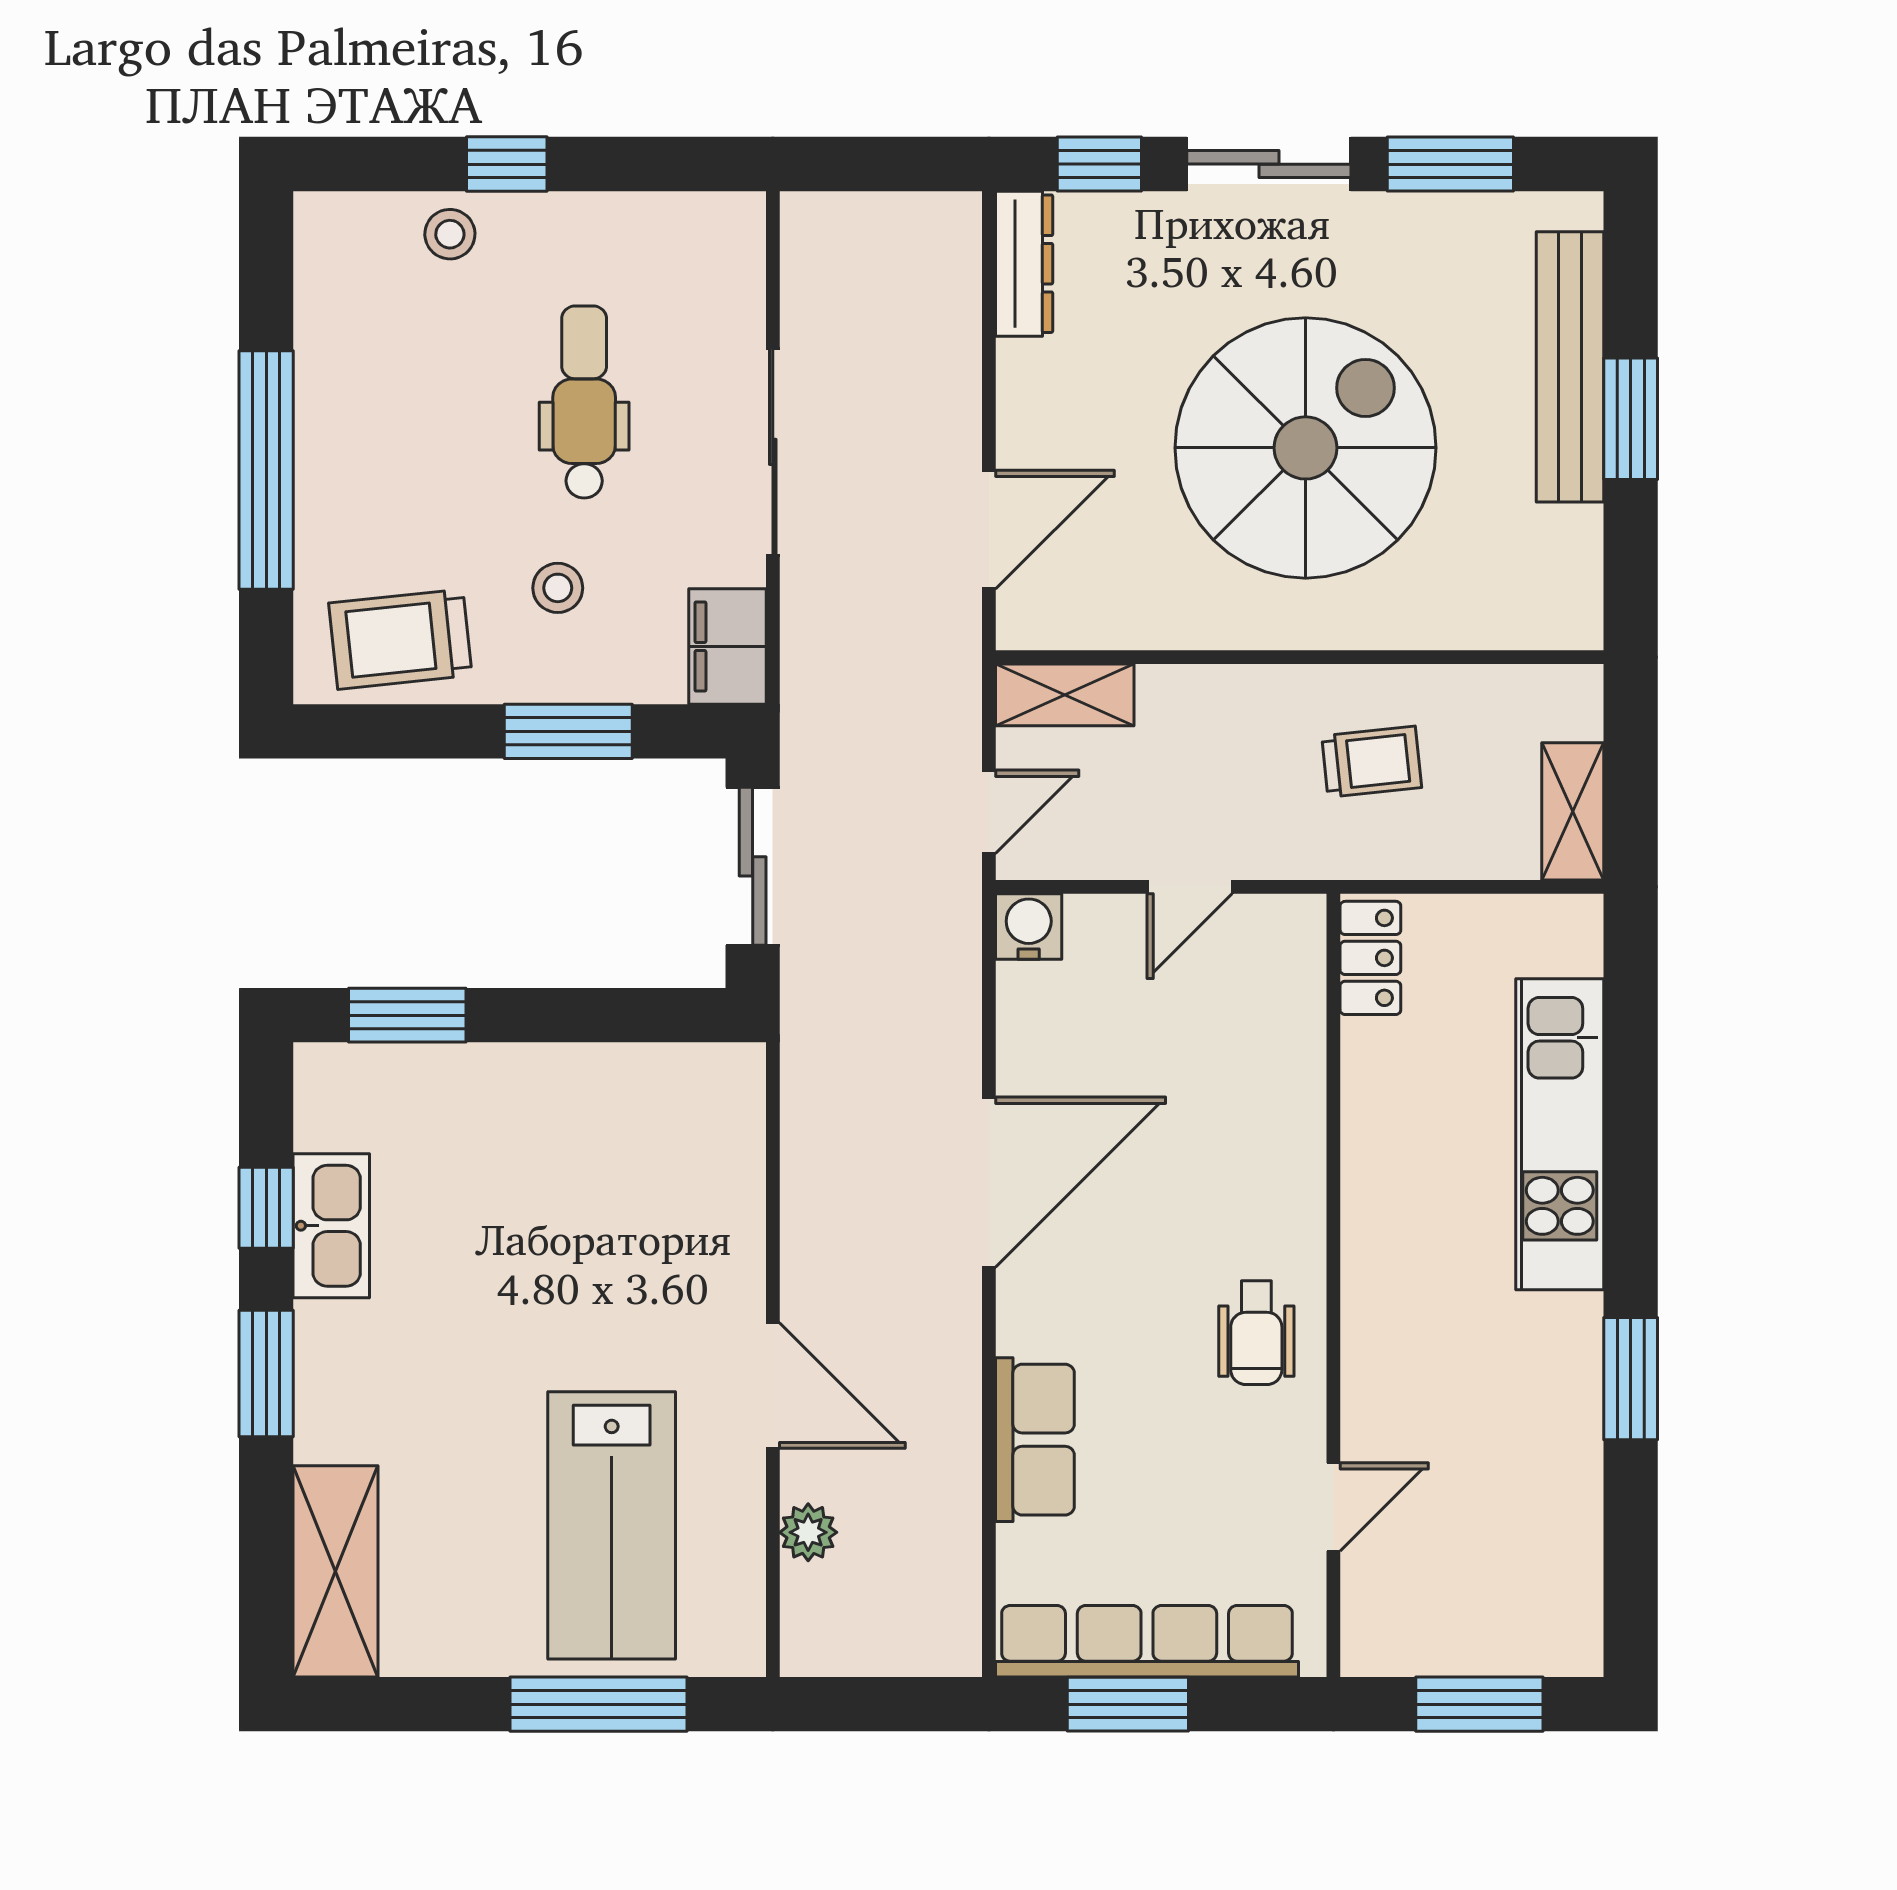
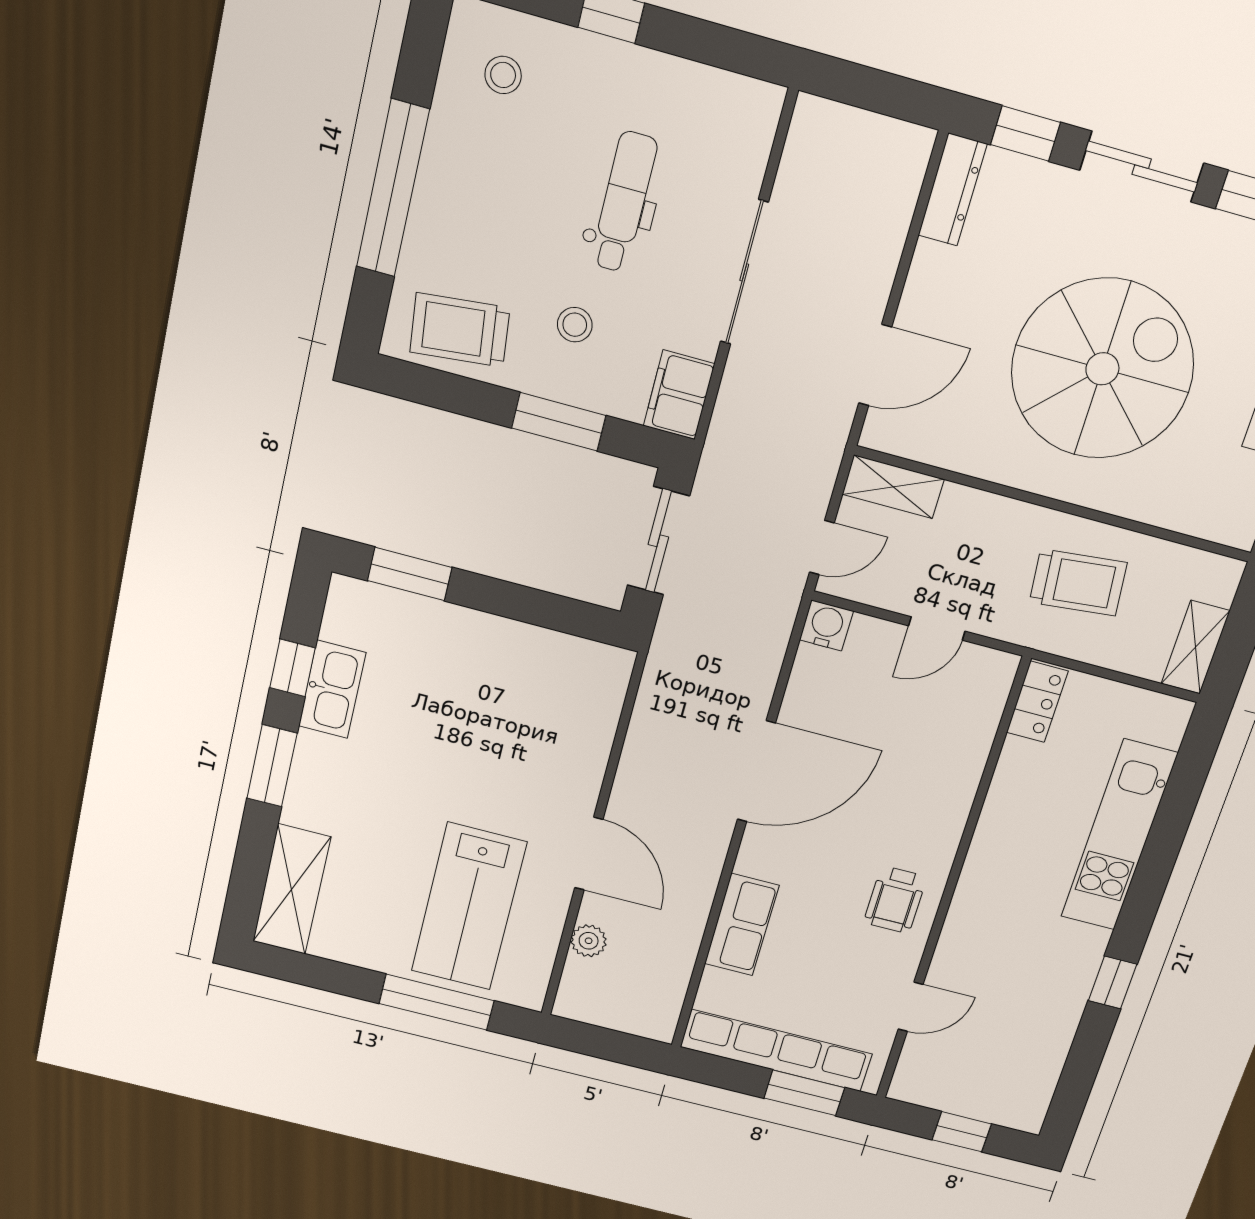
stool: (450, 234) -> (503, 75), moved
trolley: (1372, 762) -> (1078, 582), width x1.36, depth x1.39
window: (1631, 1379) -> (1112, 982), width x0.67
window: (1128, 1704) -> (804, 1093), moved
window: (1479, 1704) -> (962, 1132), width x0.67

